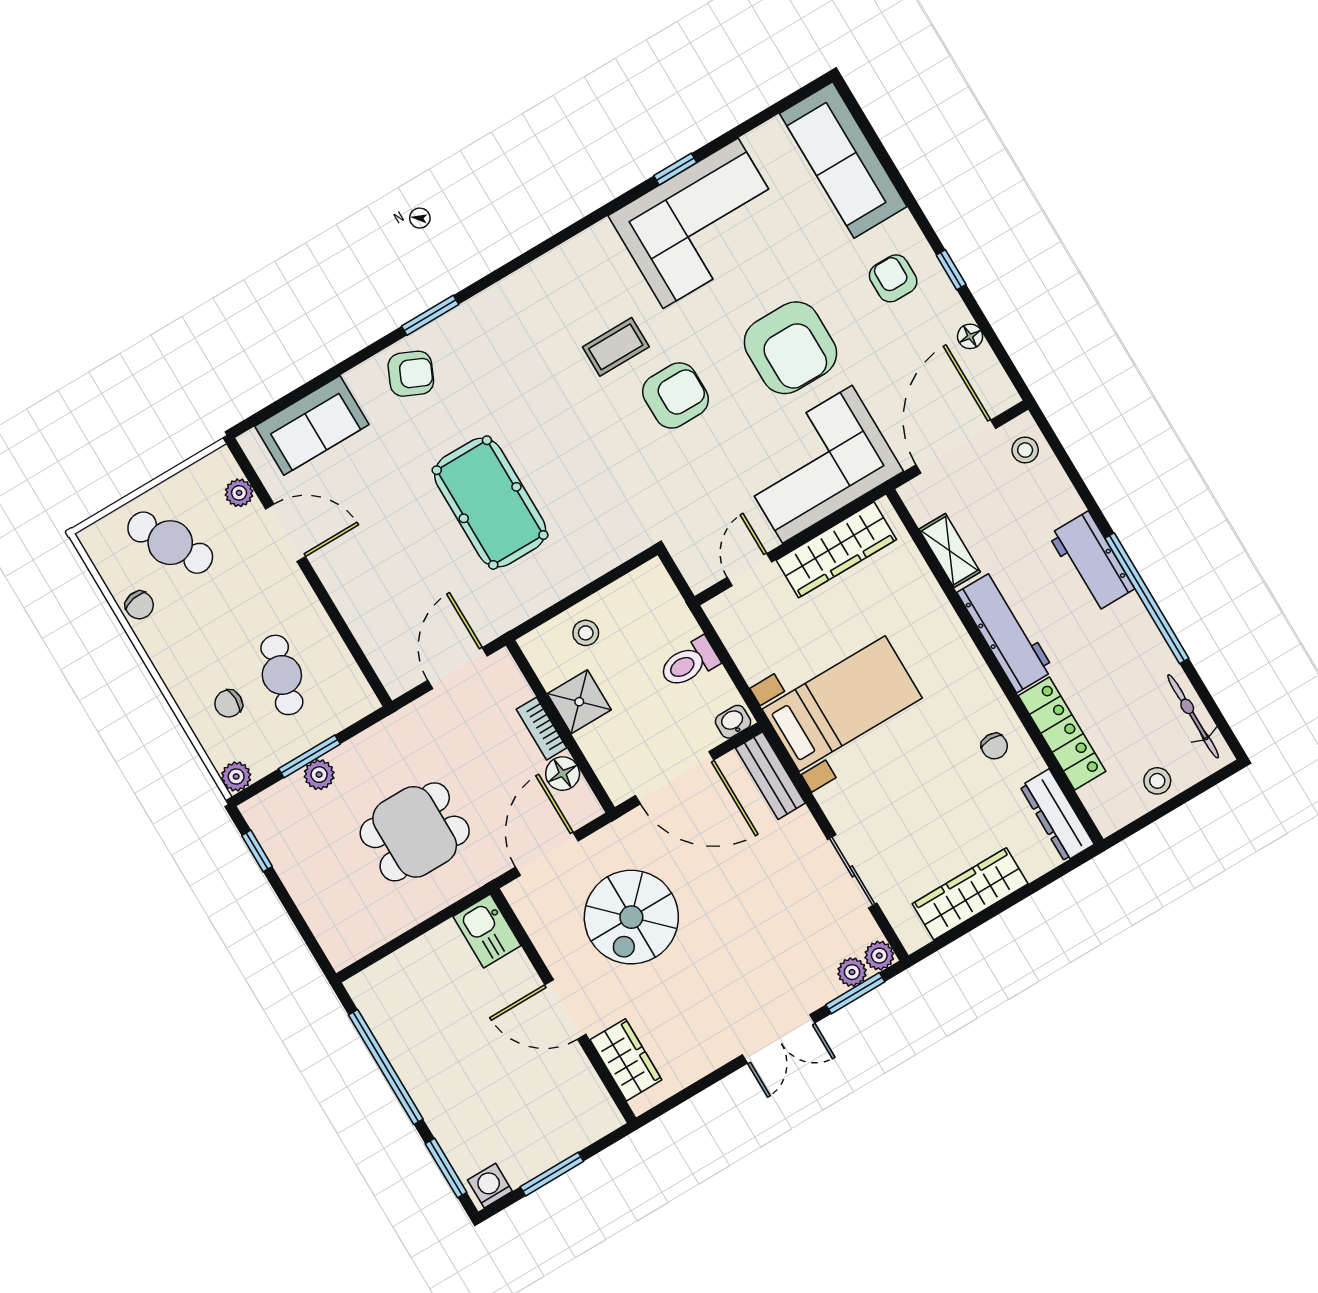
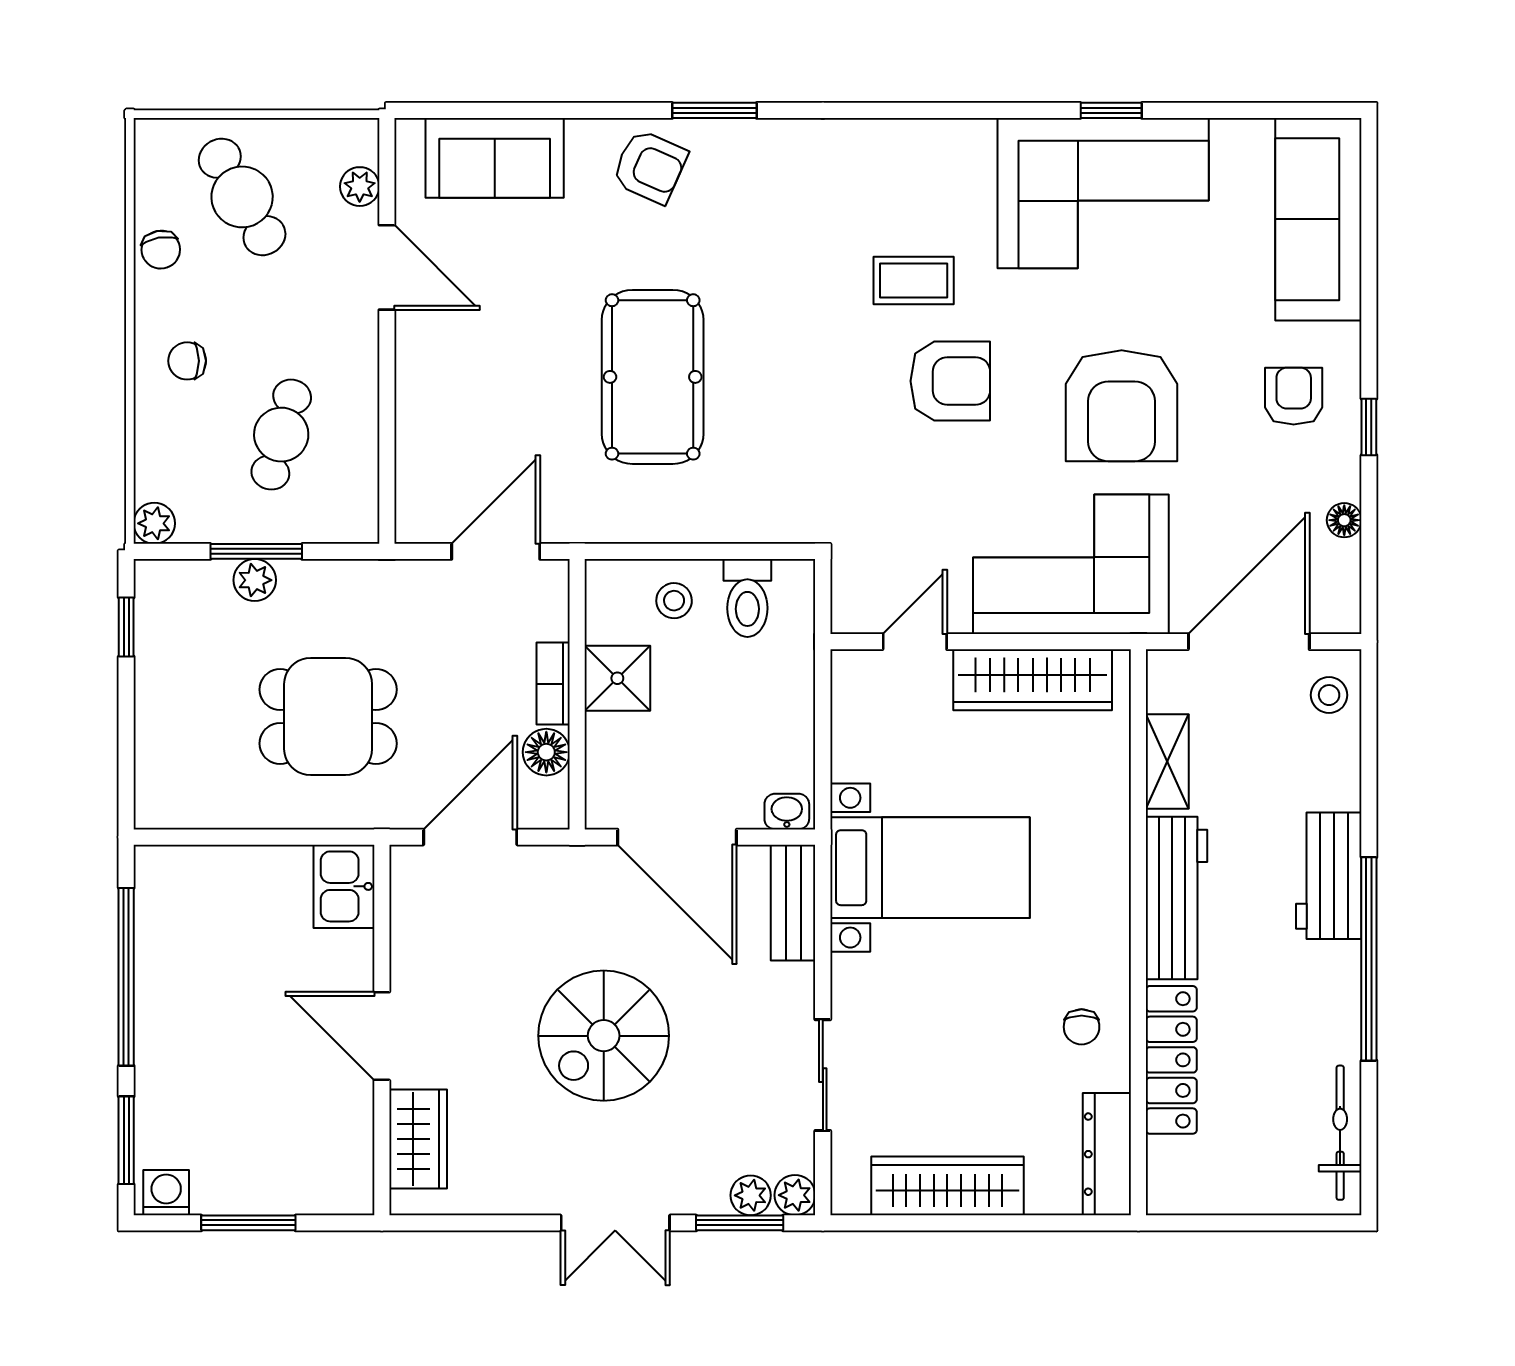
toilet: (689, 663) -> (747, 598), moved, turned -90
chair: (228, 704) -> (187, 361), moved
stool: (1157, 781) -> (1251, 1184), removed
spiral stairs: (631, 917) -> (604, 1036), moved

